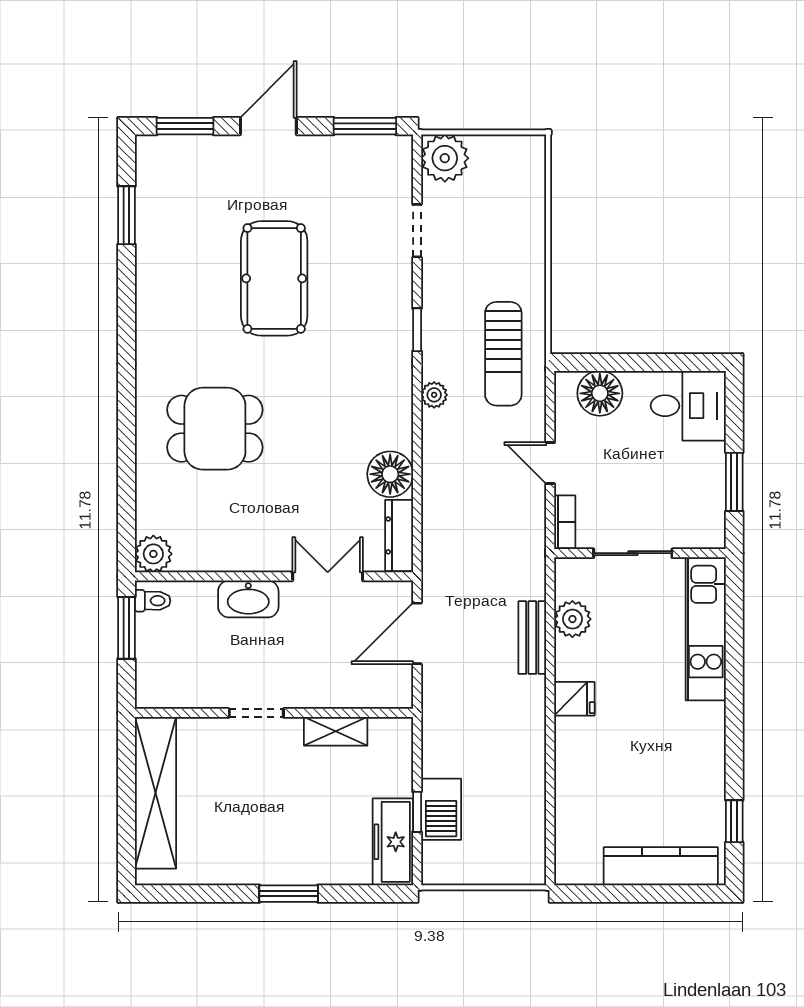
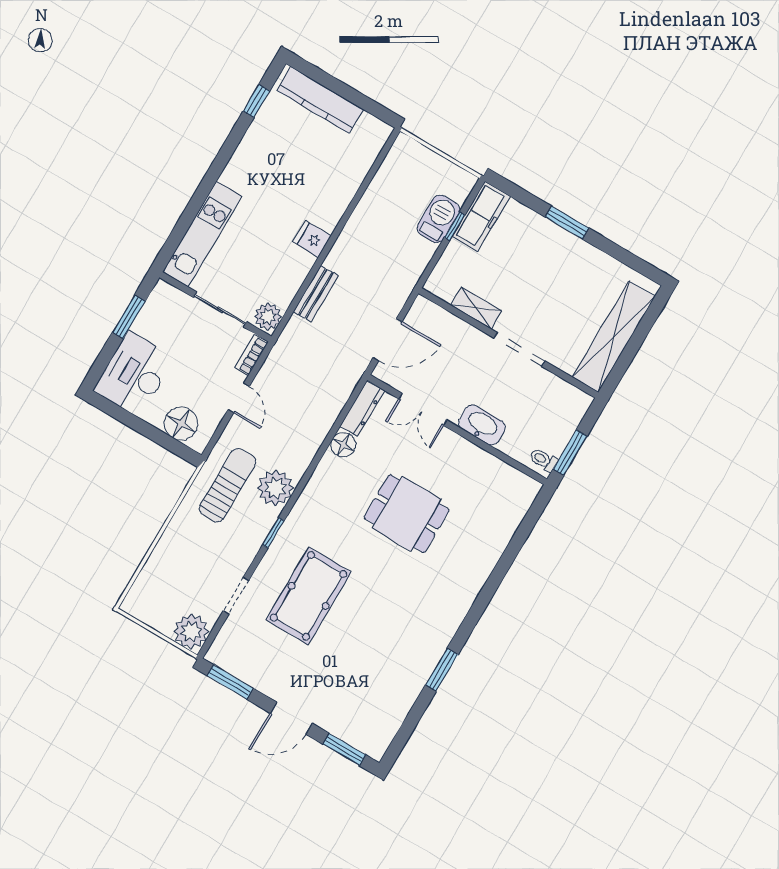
window: (126, 215) -> (442, 670), moved
pool table: (274, 278) -> (309, 596), moved
plant: (434, 395) -> (275, 488), width x1.88, depth x1.88
desk: (688, 406) -> (134, 374), width x1.37
dining table: (215, 429) -> (407, 514), moved
floor lamp: (390, 474) -> (343, 445), width x0.73, depth x0.73
plant: (153, 554) -> (525, 489), removed
plant: (572, 619) -> (268, 317), moved
doorway: (256, 713) -> (520, 350), width x1.38

